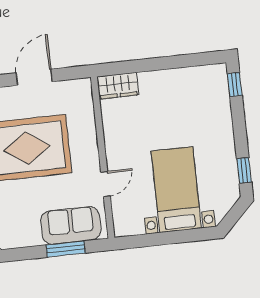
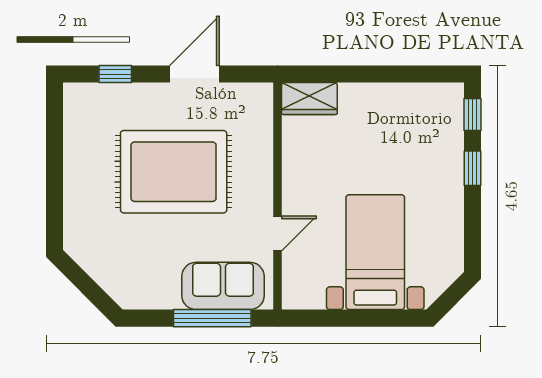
window: (244, 170) -> (472, 168), moved
window: (66, 249) -> (212, 318), width x1.44

